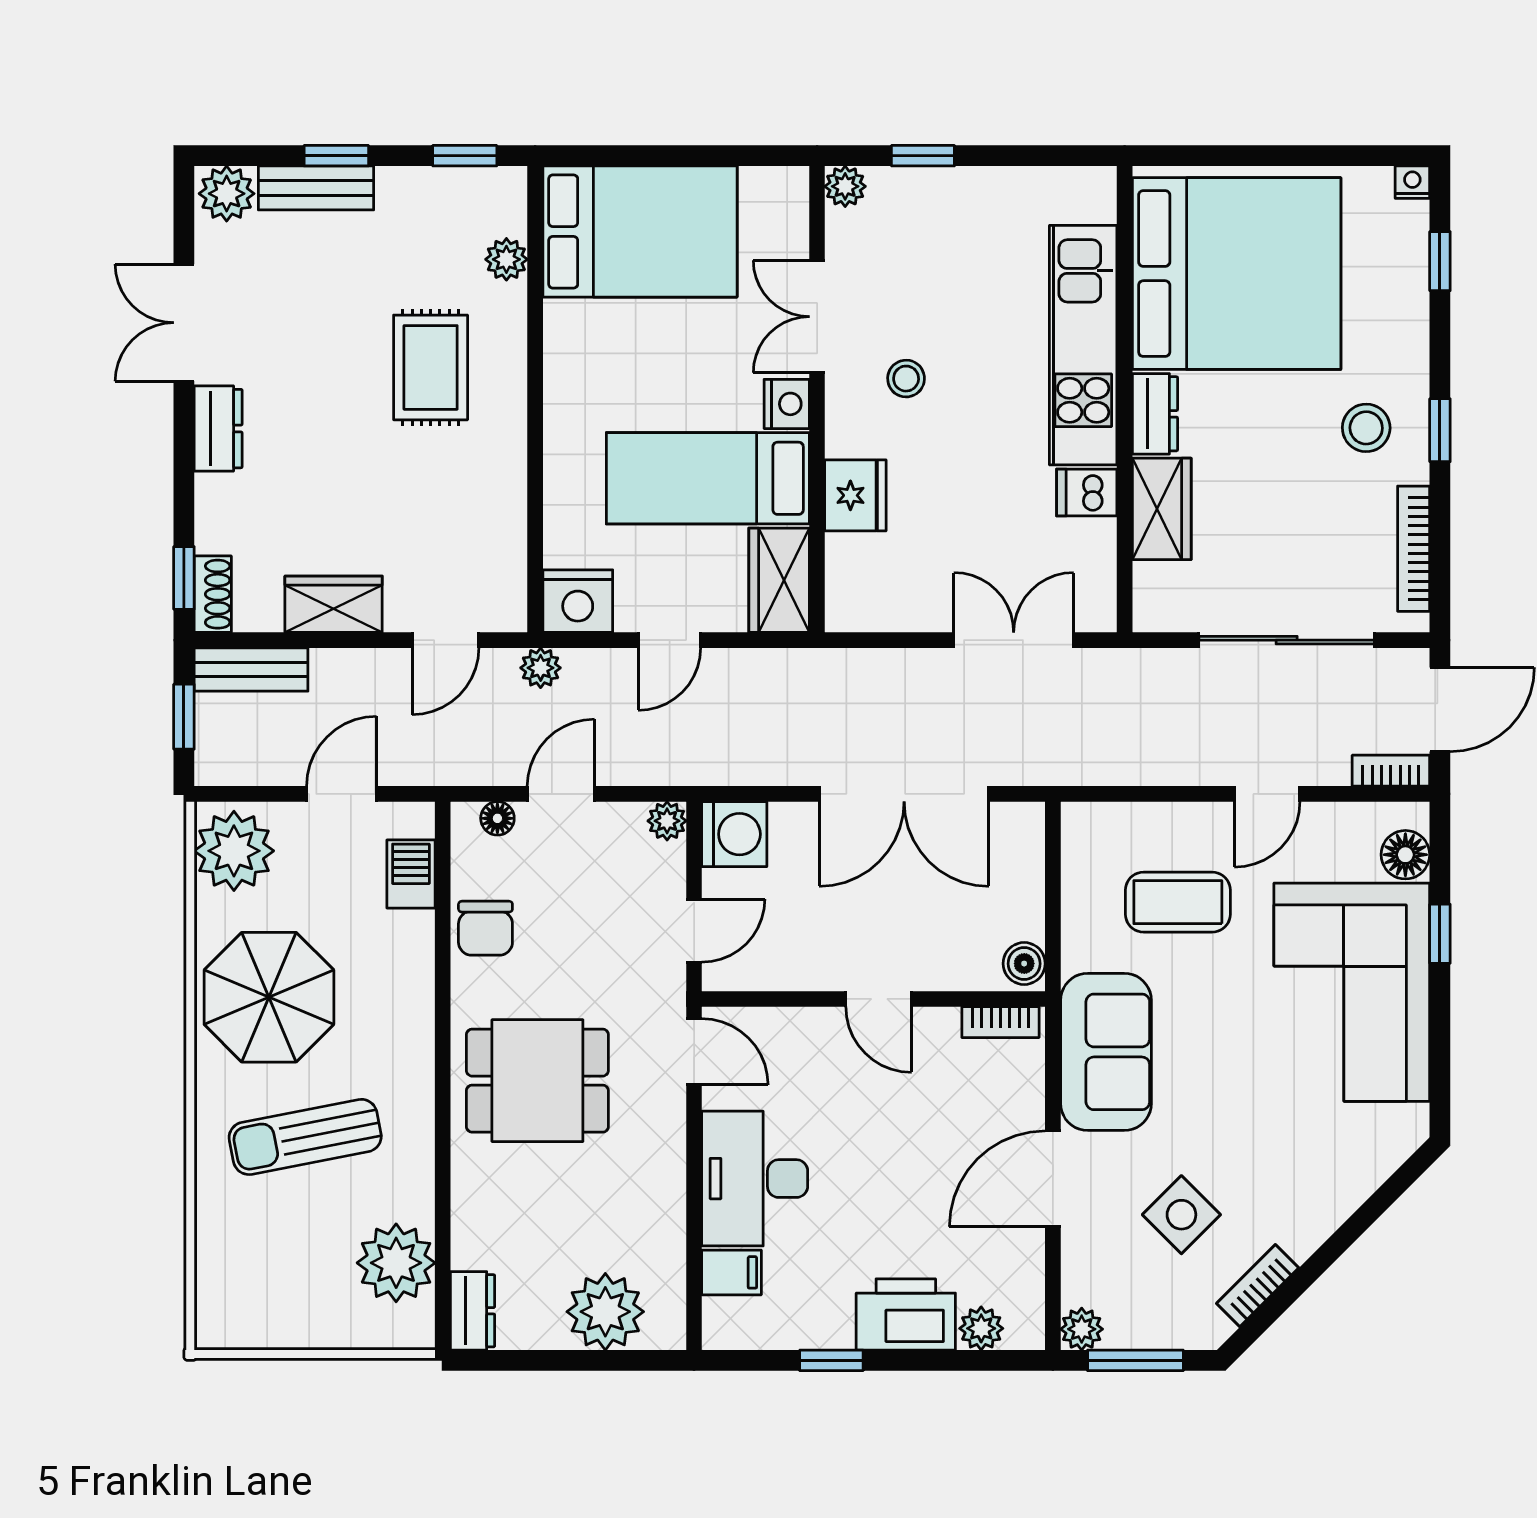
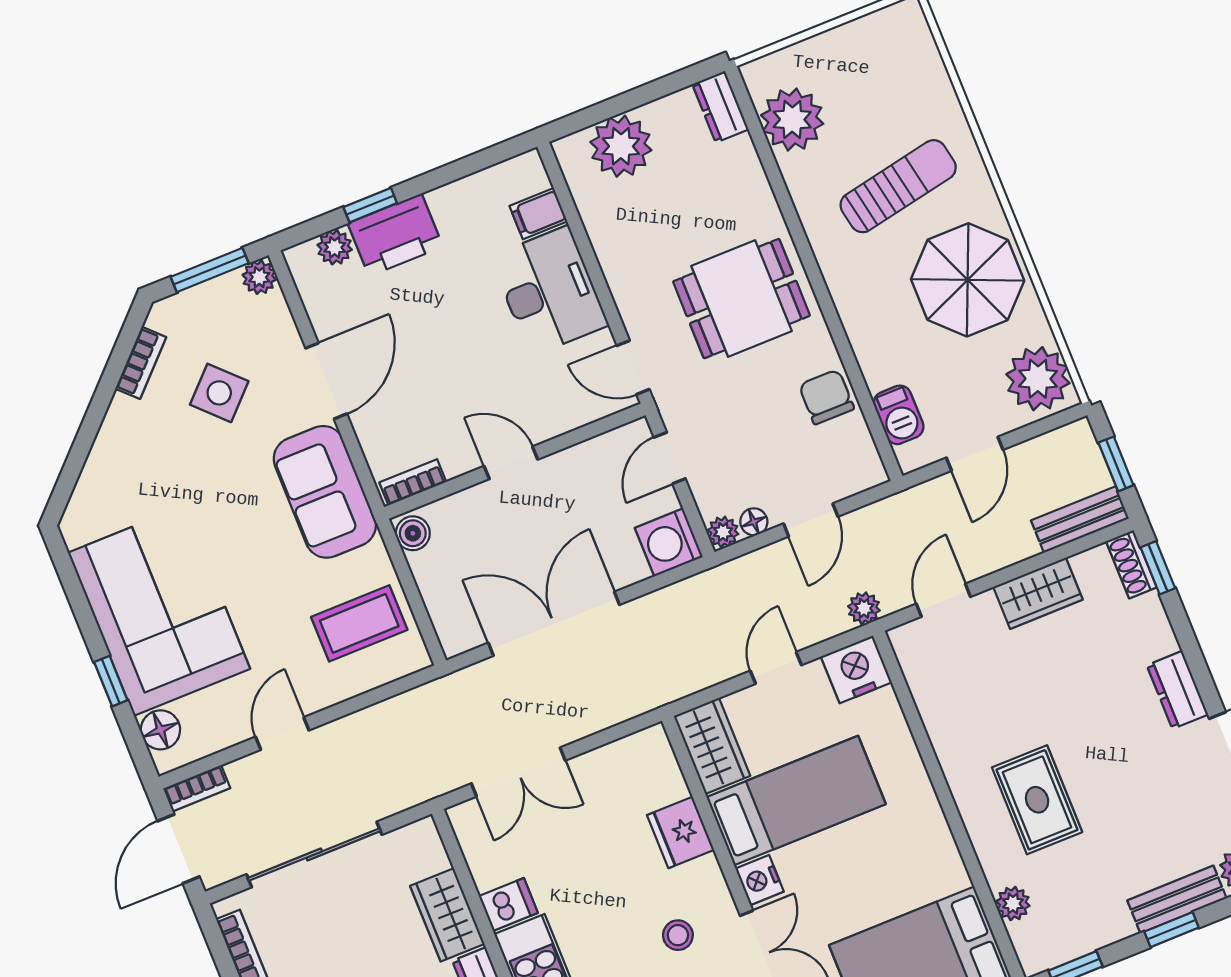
floor lamp: (497, 818) -> (754, 522), moved
coffee table: (1178, 902) -> (359, 623), moved
window: (831, 1360) -> (370, 205), moved

